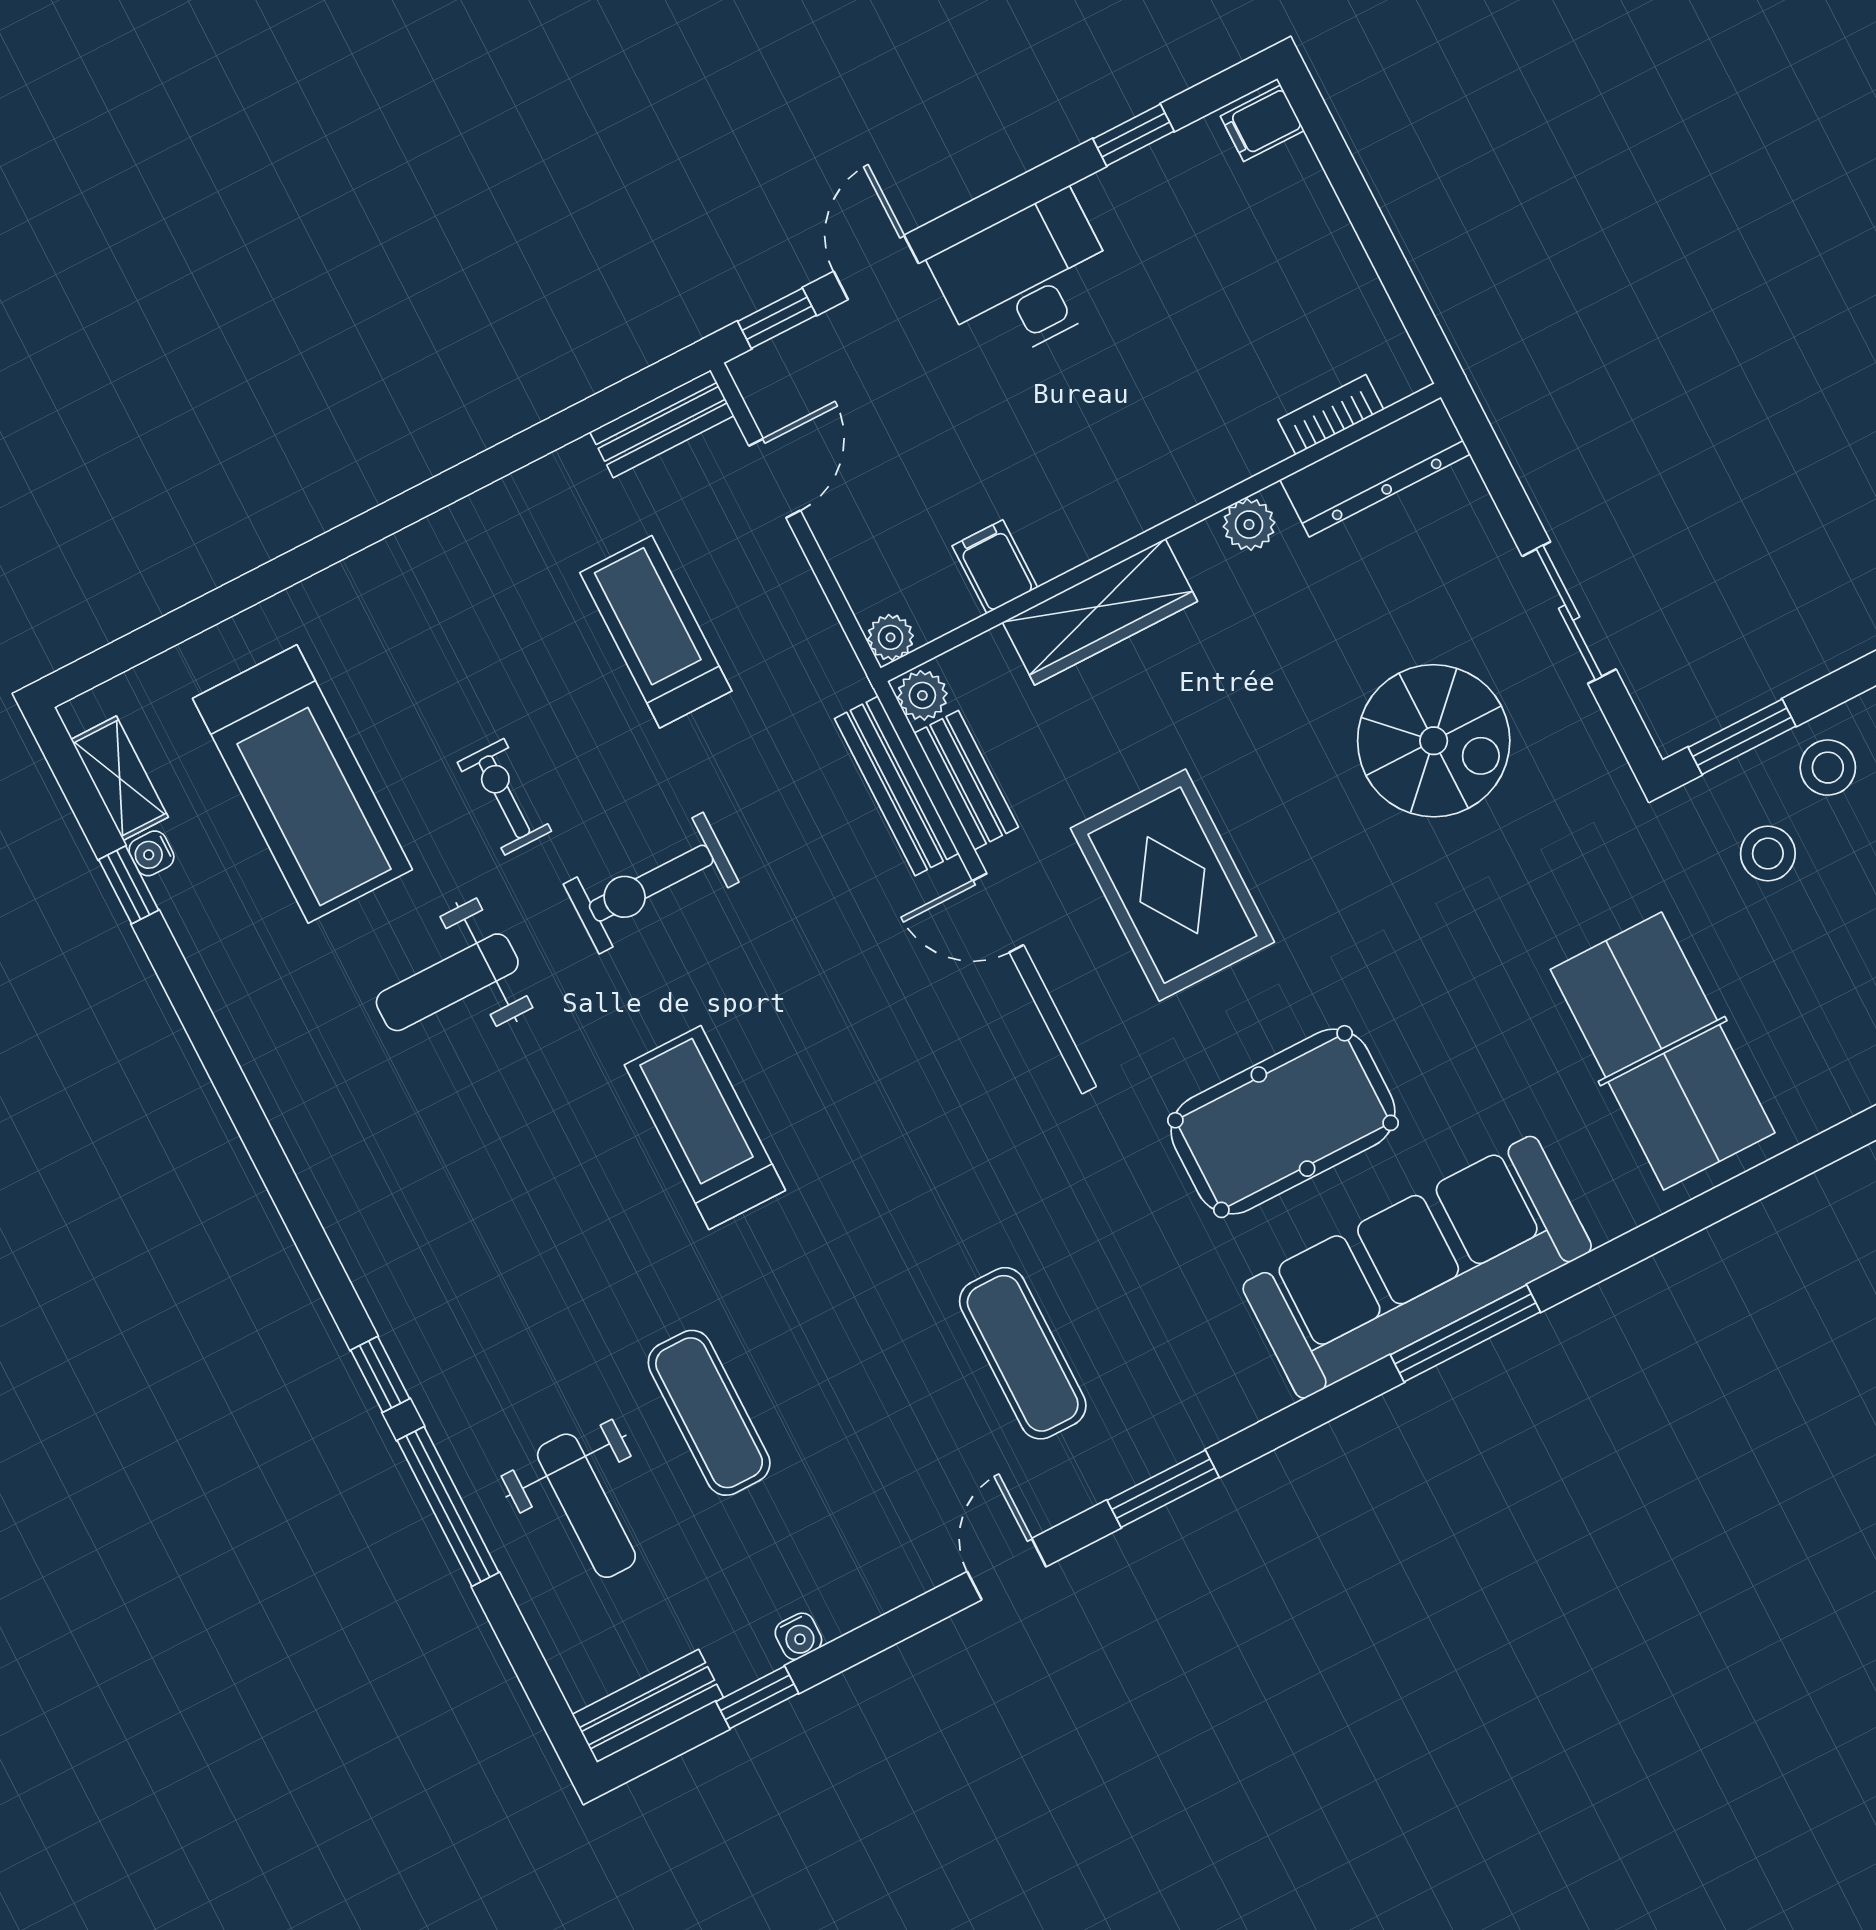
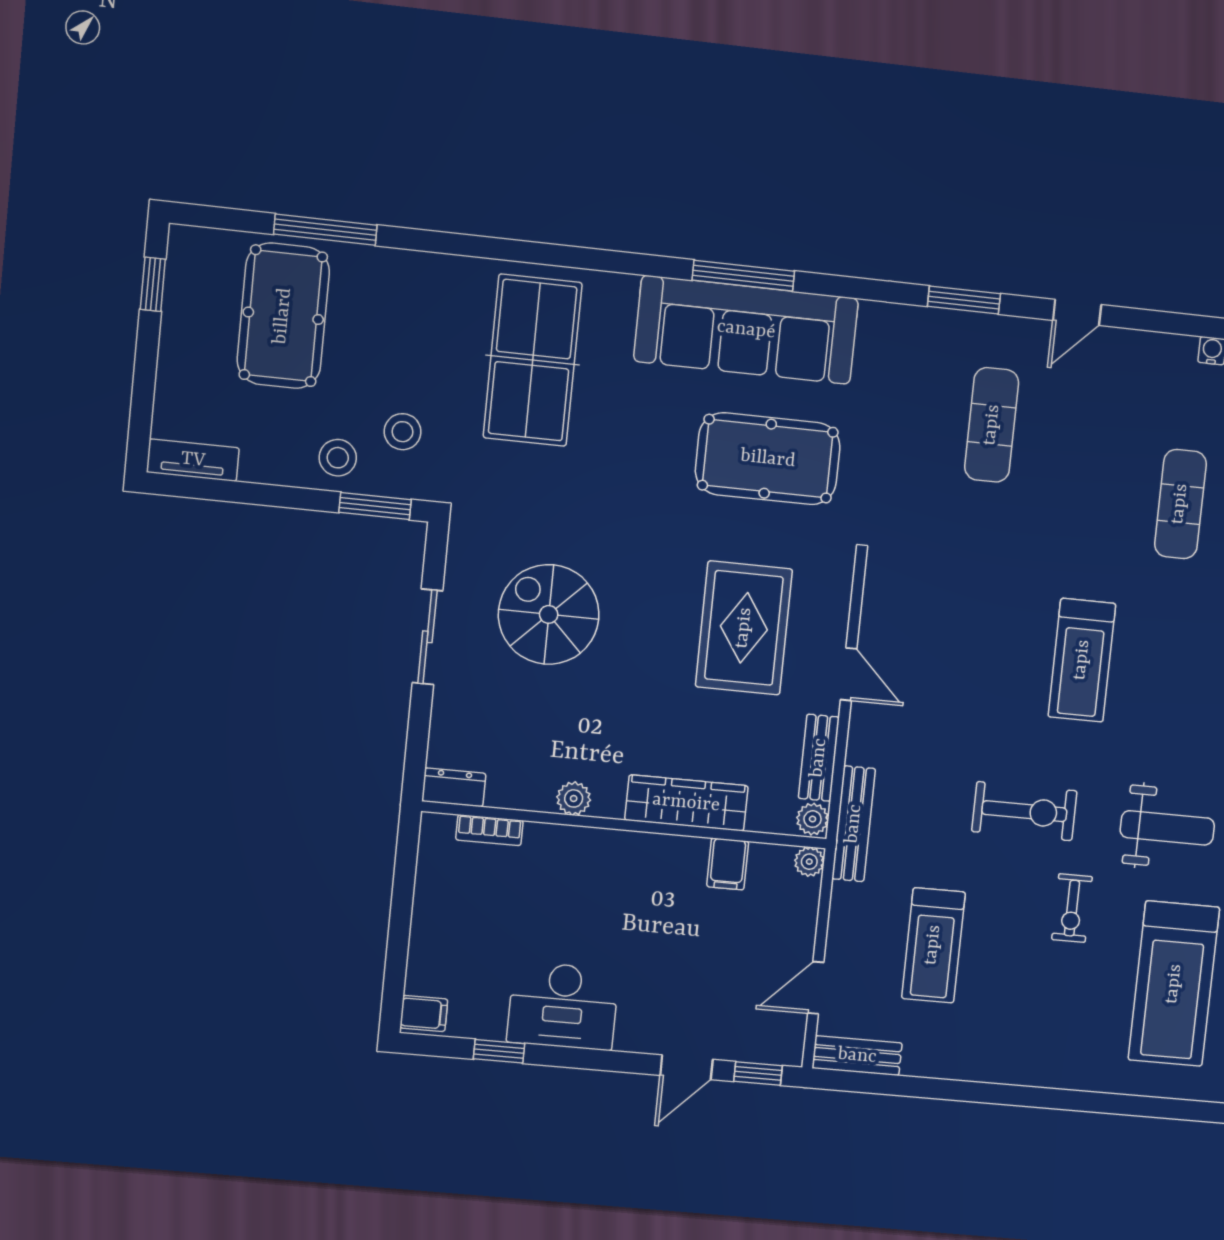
desk: (1026, 279) -> (563, 1006), moved
dresser: (1375, 467) -> (454, 787), width x0.51, depth x0.80
treadmill: (302, 784) -> (1174, 984), turned 180
bench: (897, 786) -> (854, 824), moved

